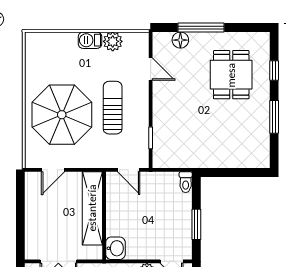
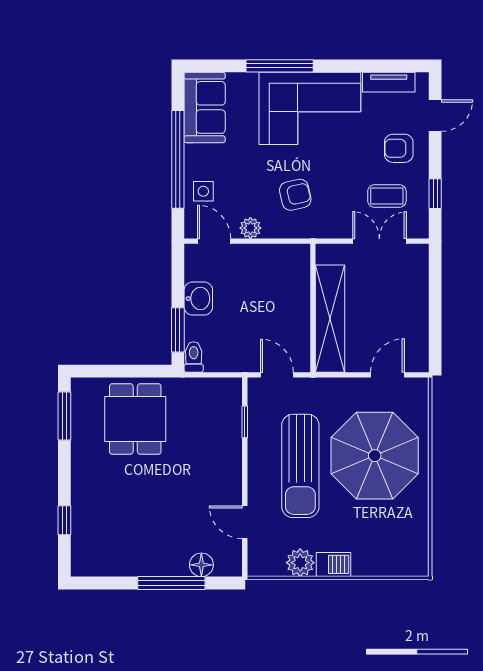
dining table: (231, 75) -> (135, 419), moved
sun lounger: (113, 108) -> (300, 466), width x1.36, depth x1.34
window: (274, 117) -> (64, 416), moved
window: (196, 224) -> (178, 330), moved
washbasin: (115, 248) -> (198, 299), moved, turned 180

